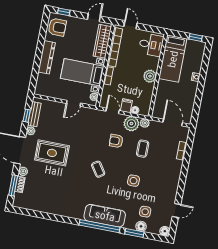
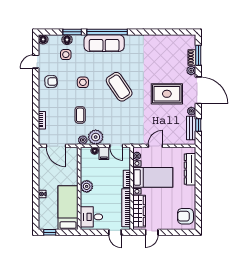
window: (64, 12) -> (182, 232), removed
dresser: (47, 57) -> (190, 169), moved
armchair: (116, 141) -> (51, 82), moved
coffee table: (98, 169) -> (119, 87), width x1.86, depth x1.72

